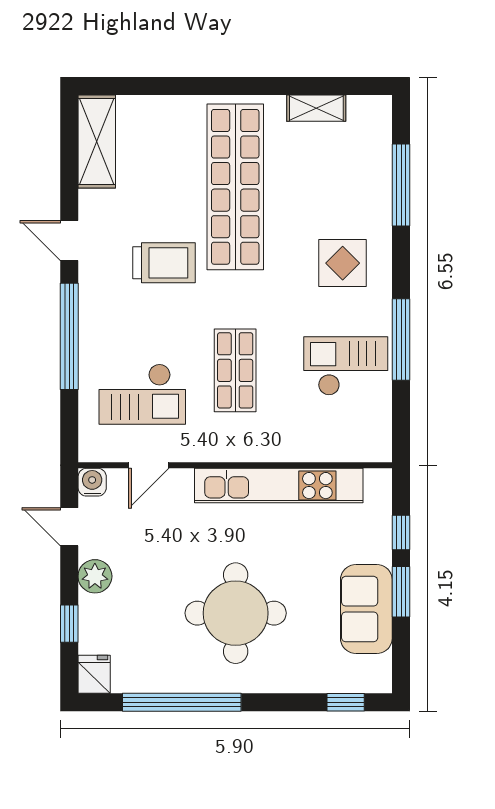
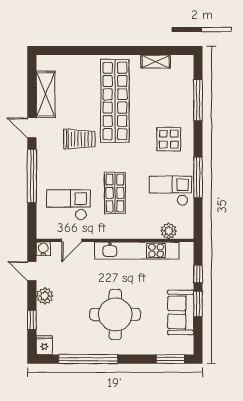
shelving: (97, 141) -> (46, 94), moved
checkout: (142, 394) -> (68, 205), turned 180
plant: (342, 446) -> (169, 231), added
window: (346, 702) -> (170, 359), width x1.50

